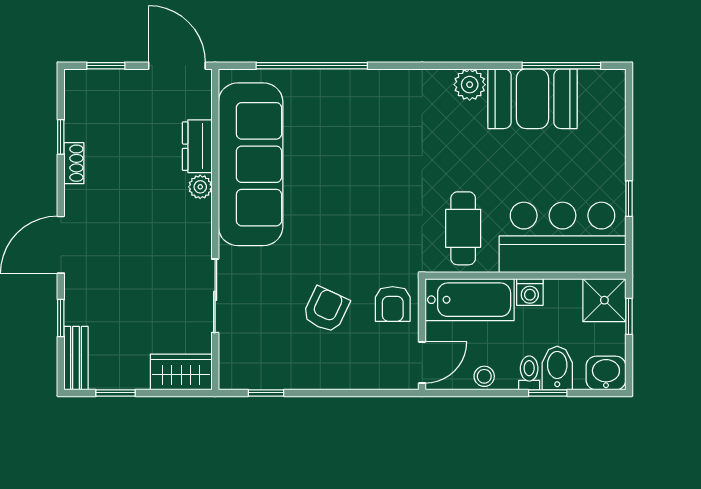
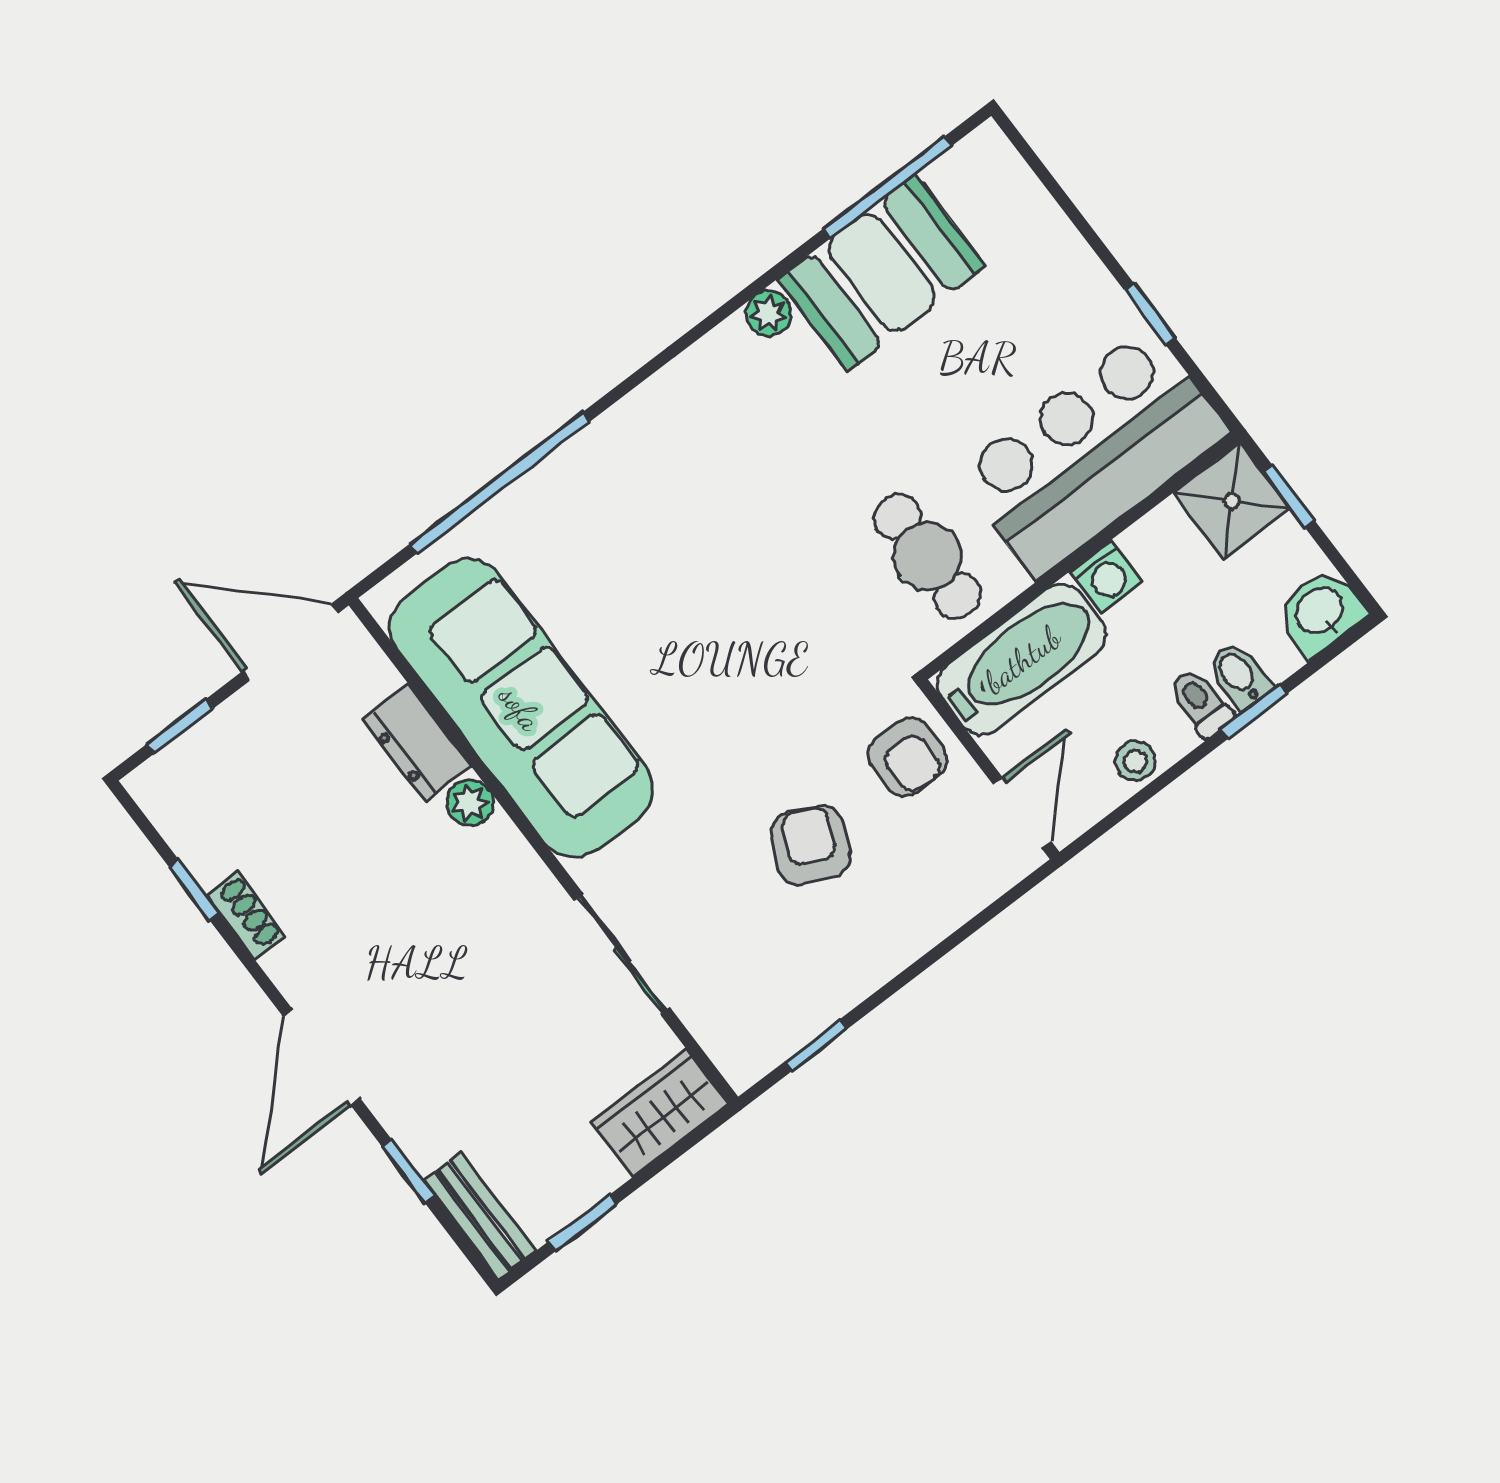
plant: (470, 85) -> (769, 313), width x0.73, depth x0.73
bidet: (557, 368) -> (1239, 676), width x0.72, depth x0.74

